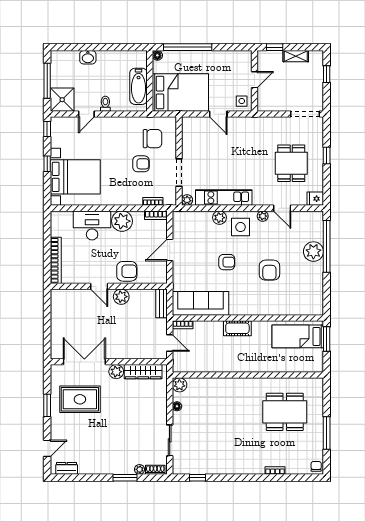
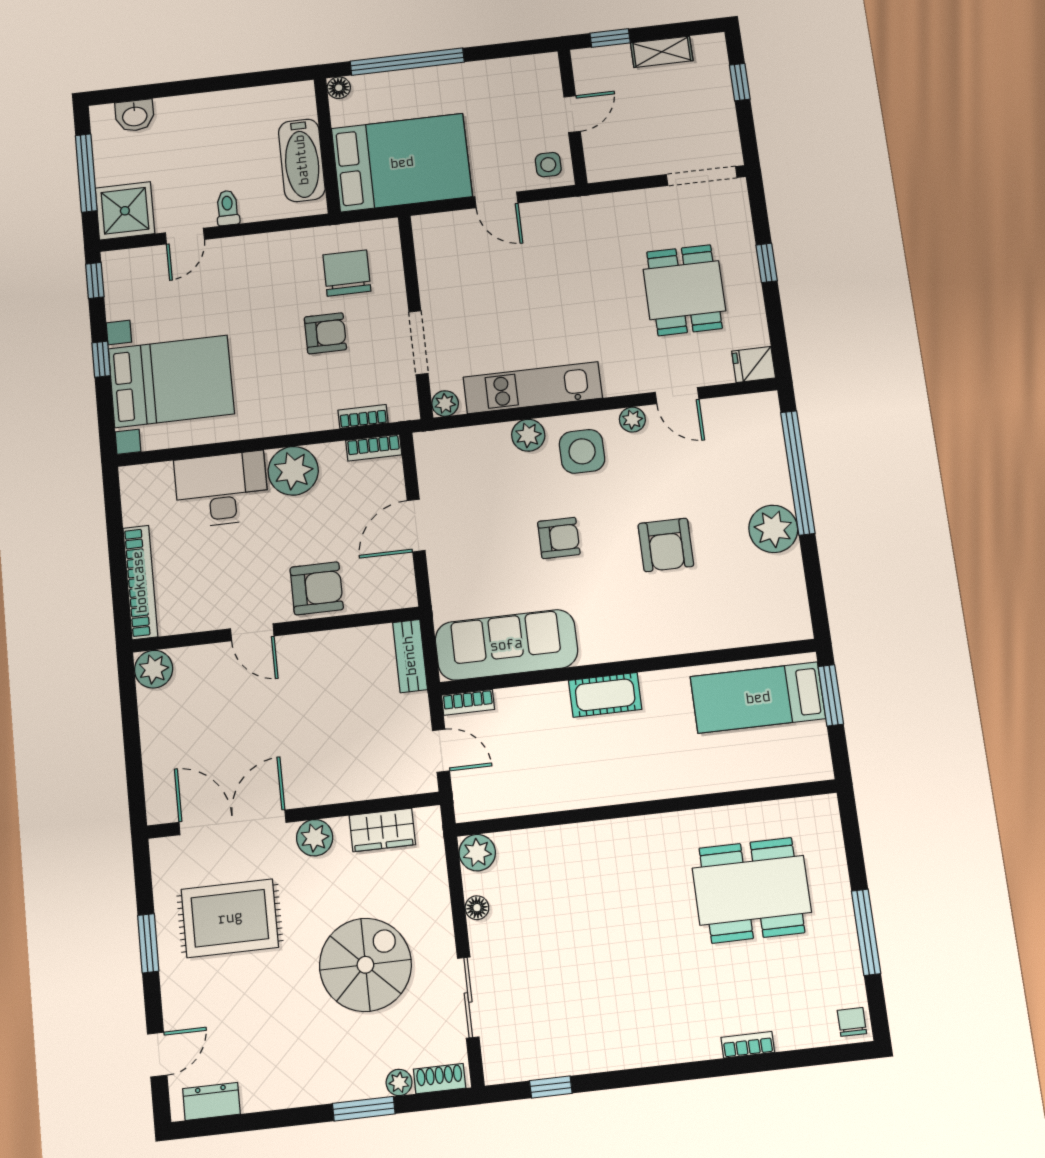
washbasin: (88, 57) -> (135, 116), moved
chair: (152, 139) -> (347, 273), turned -90
plant: (313, 252) -> (773, 529), moved
plant: (121, 297) -> (154, 669), moved
wardrobe: (143, 372) -> (382, 830), width x0.67
spiral stairs: (131, 423) -> (365, 965), added

